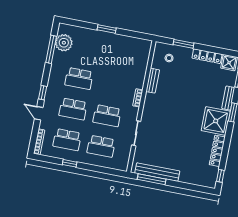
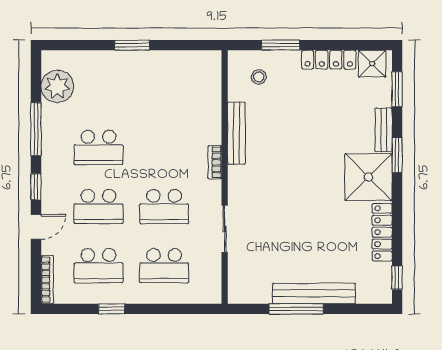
window: (51, 49) -> (36, 129), moved
bench: (153, 81) -> (236, 133), width x1.36
door: (39, 113) -> (36, 227), swing flipped
bench: (157, 172) -> (314, 293), moved
window: (152, 179) -> (296, 309), moved

